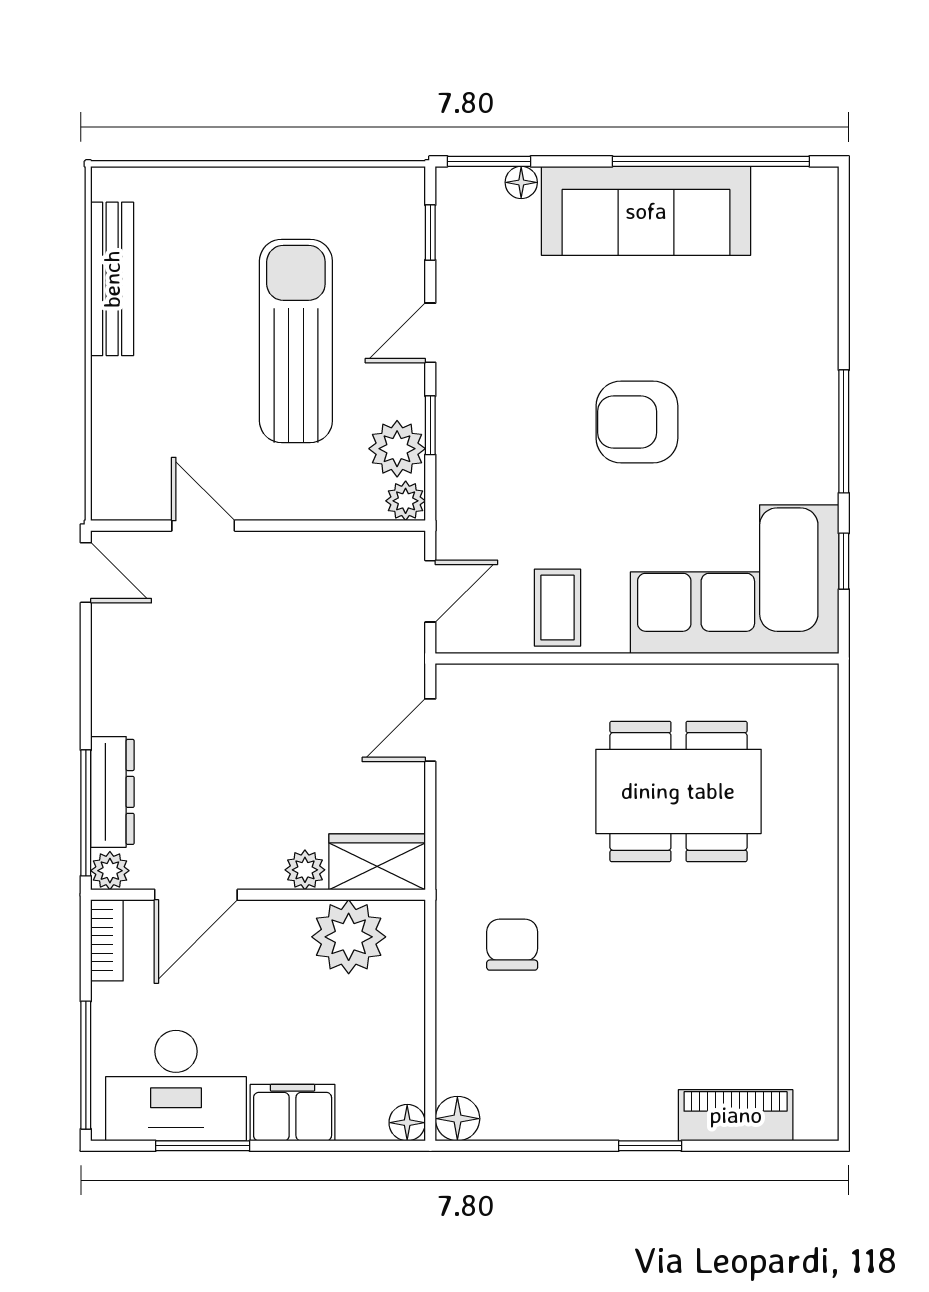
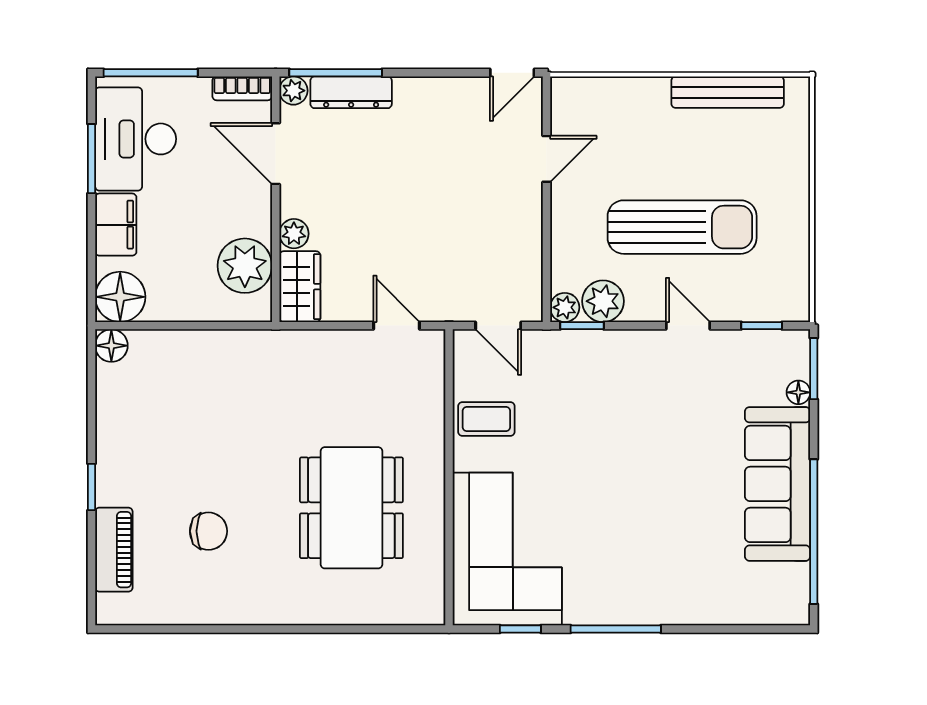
armchair: (637, 422) -> (623, 477), removed
window: (430, 425) -> (582, 326), moved
chair: (512, 945) -> (208, 531), moved
floor lamp: (407, 1123) -> (120, 297), width x1.89, depth x1.89

